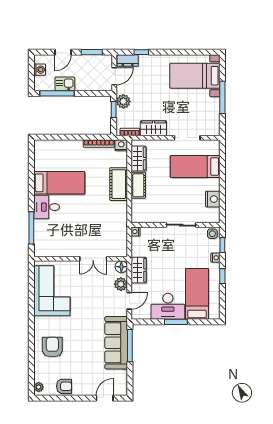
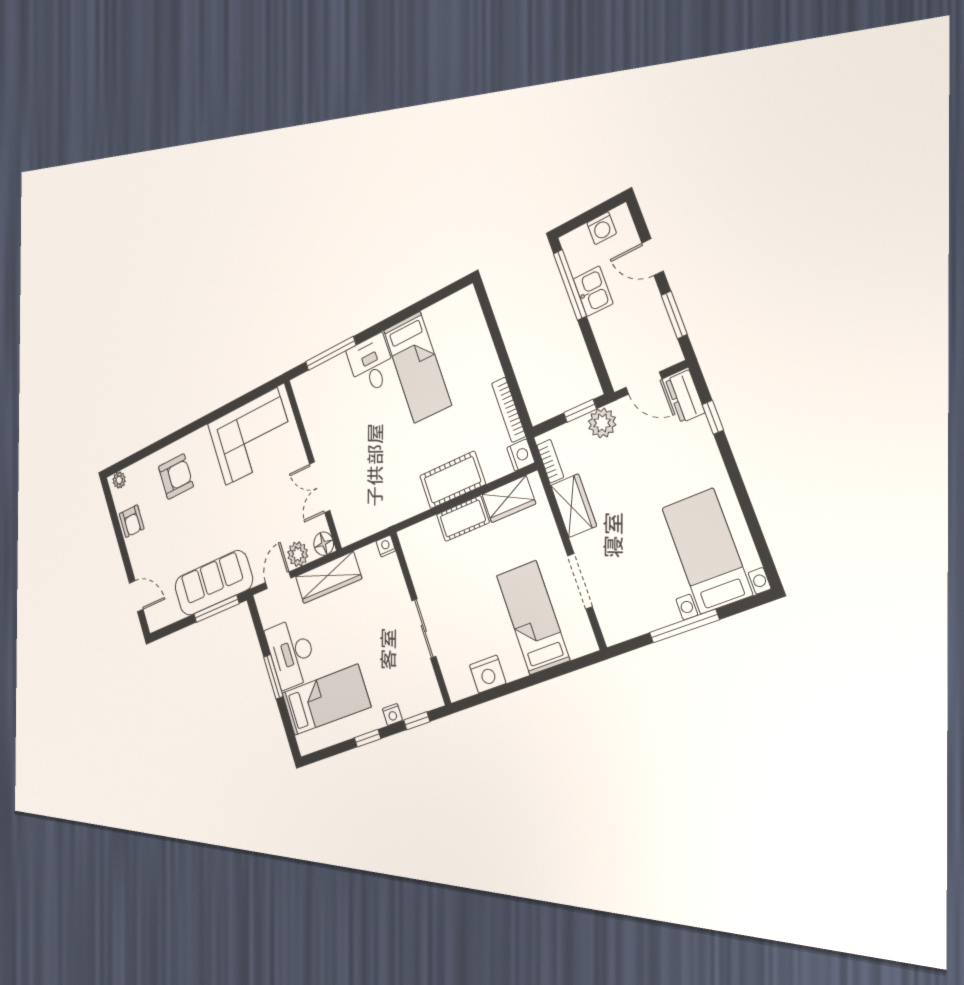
side table: (212, 234) -> (429, 695), removed
wardrobe: (139, 270) -> (328, 578), width x1.50
door: (129, 301) -> (278, 580), swing flipped

